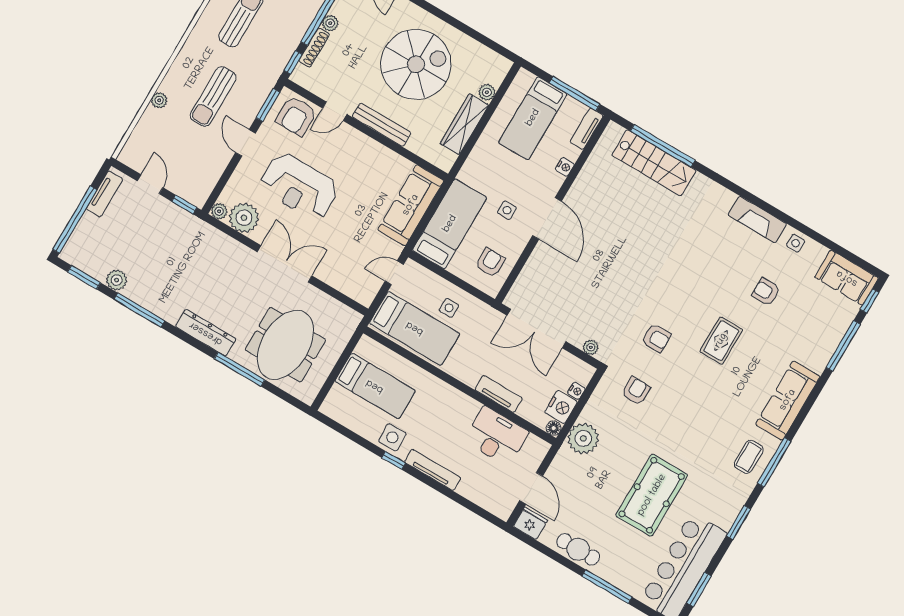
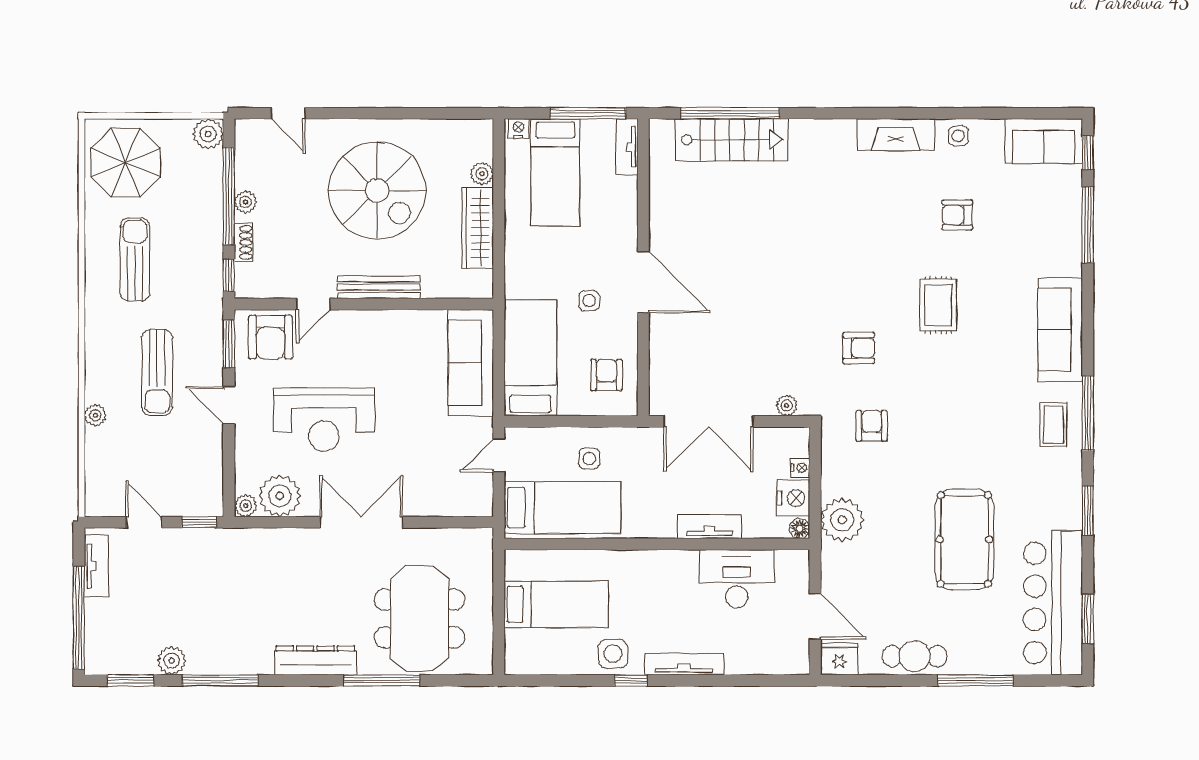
shoe rack: (314, 48) -> (244, 242), width x0.70
spiral stairs: (416, 64) -> (377, 190), turned 90
nightstand: (565, 167) -> (518, 129), moved, turned -90

